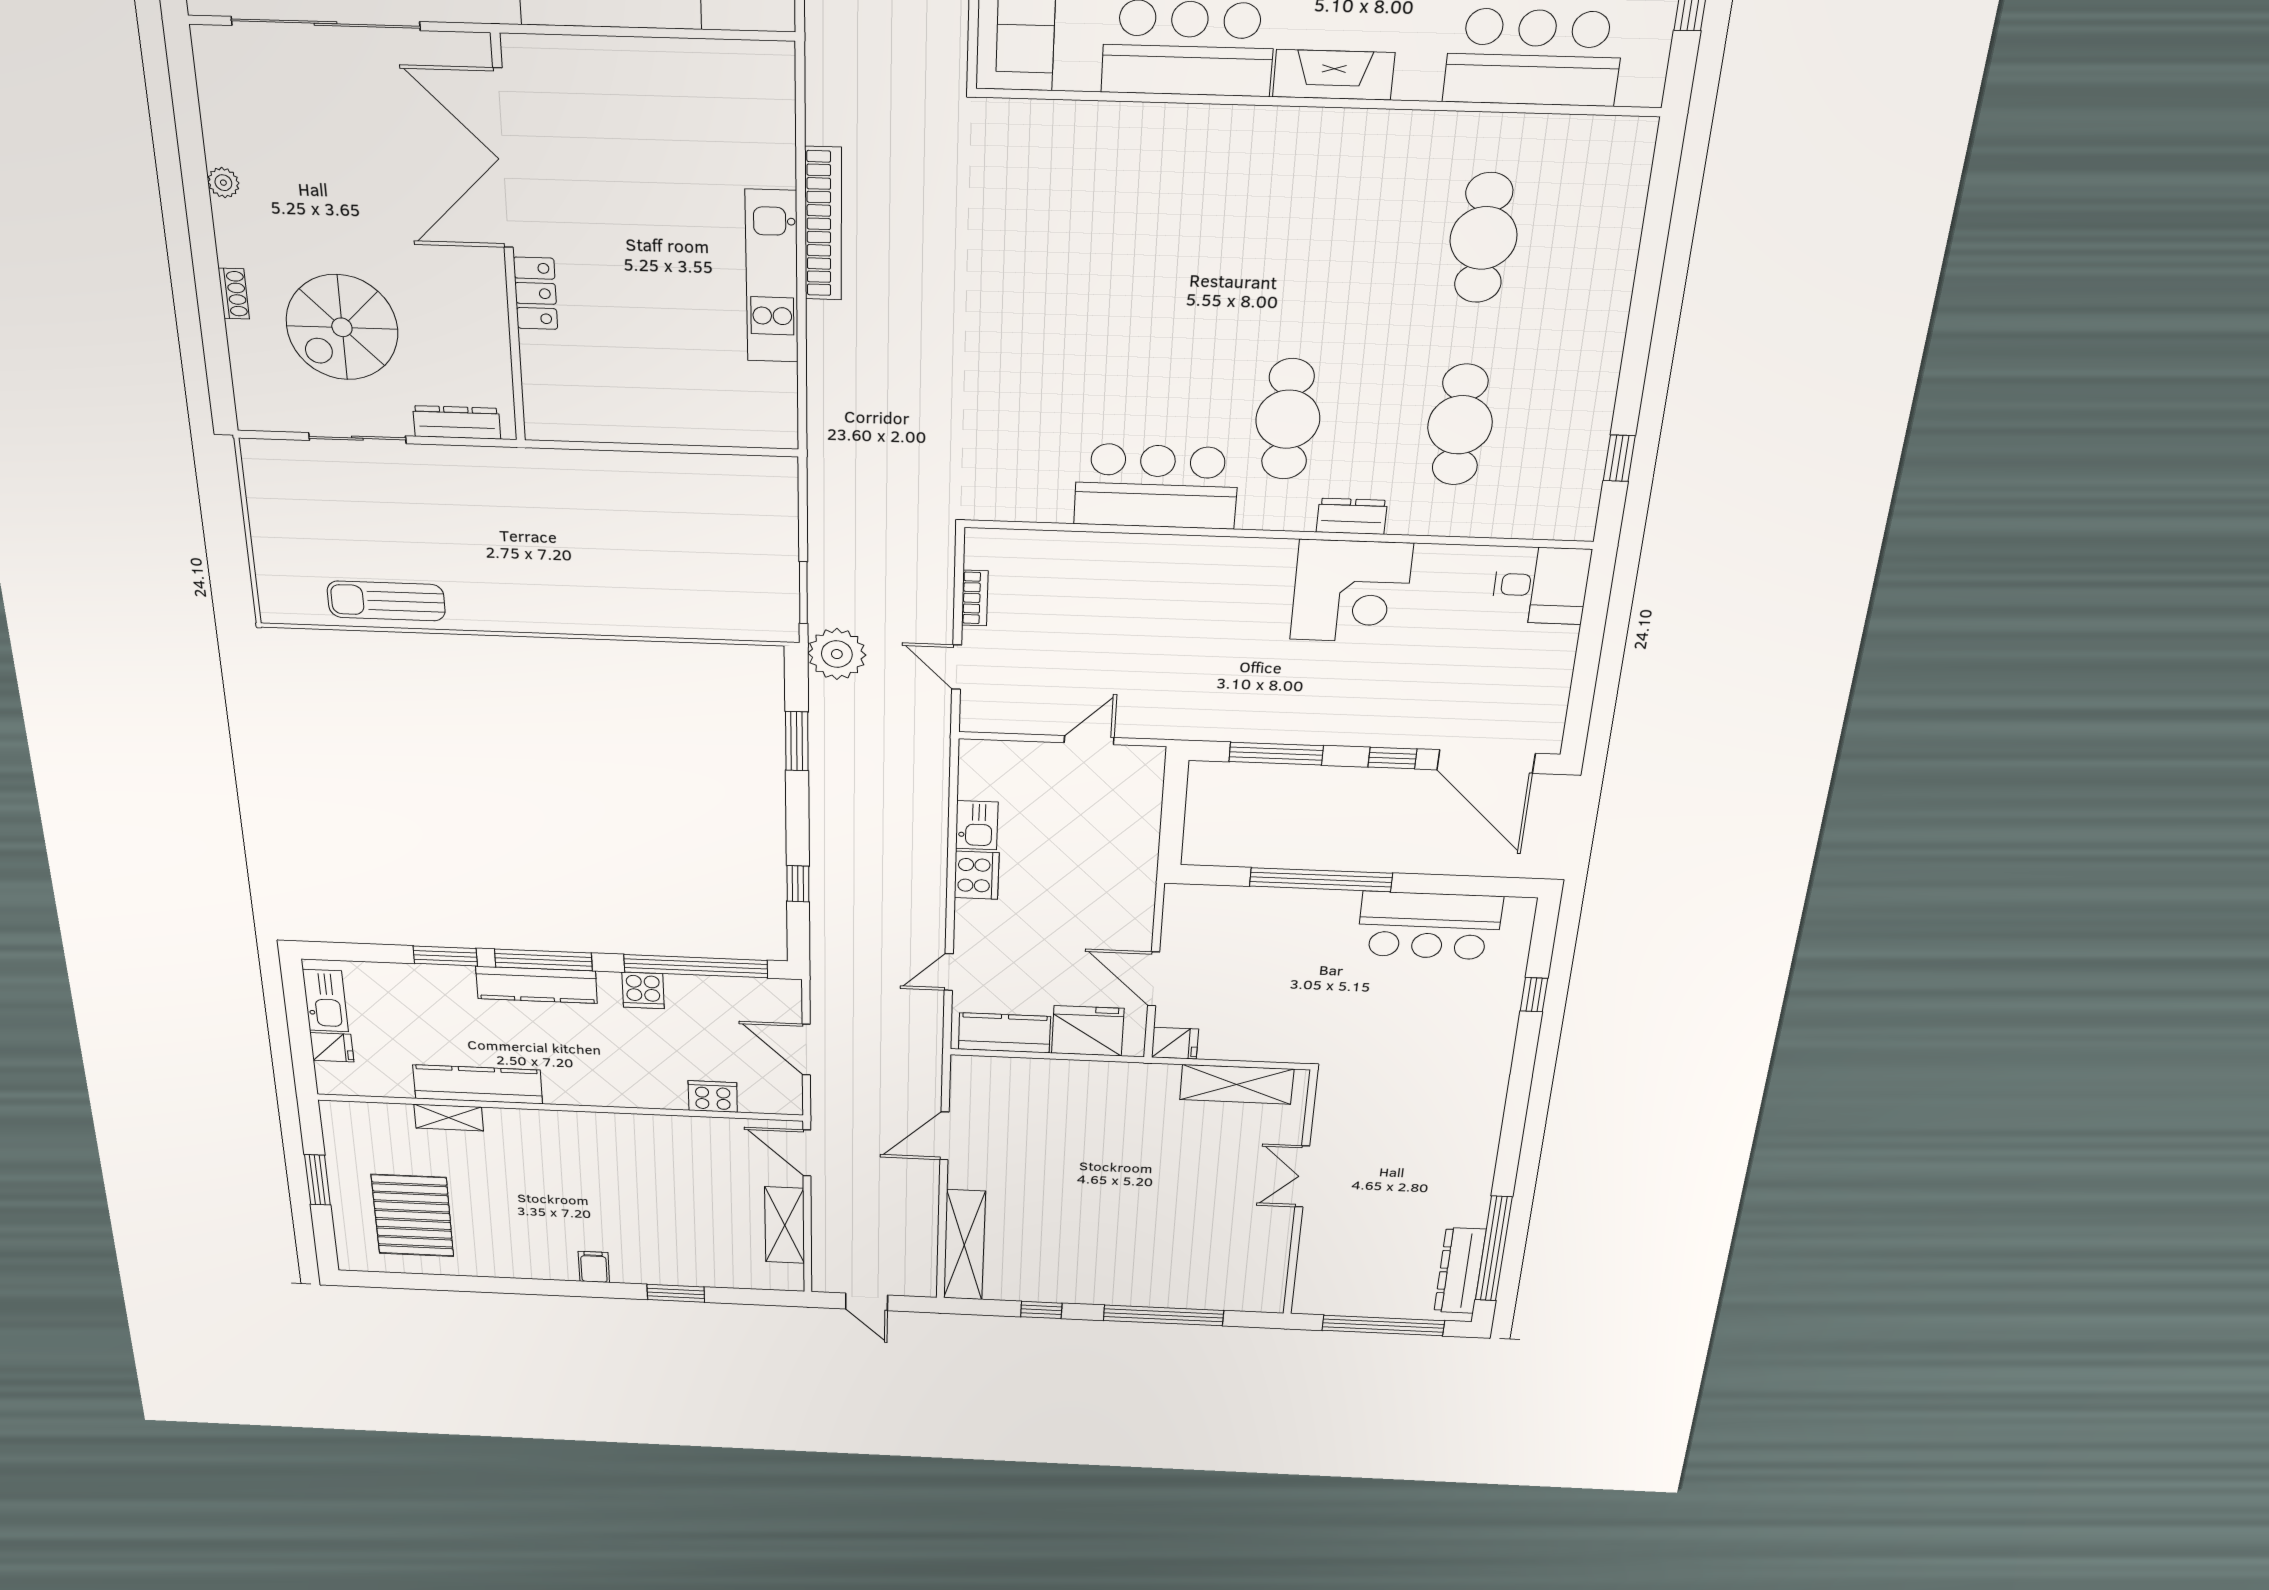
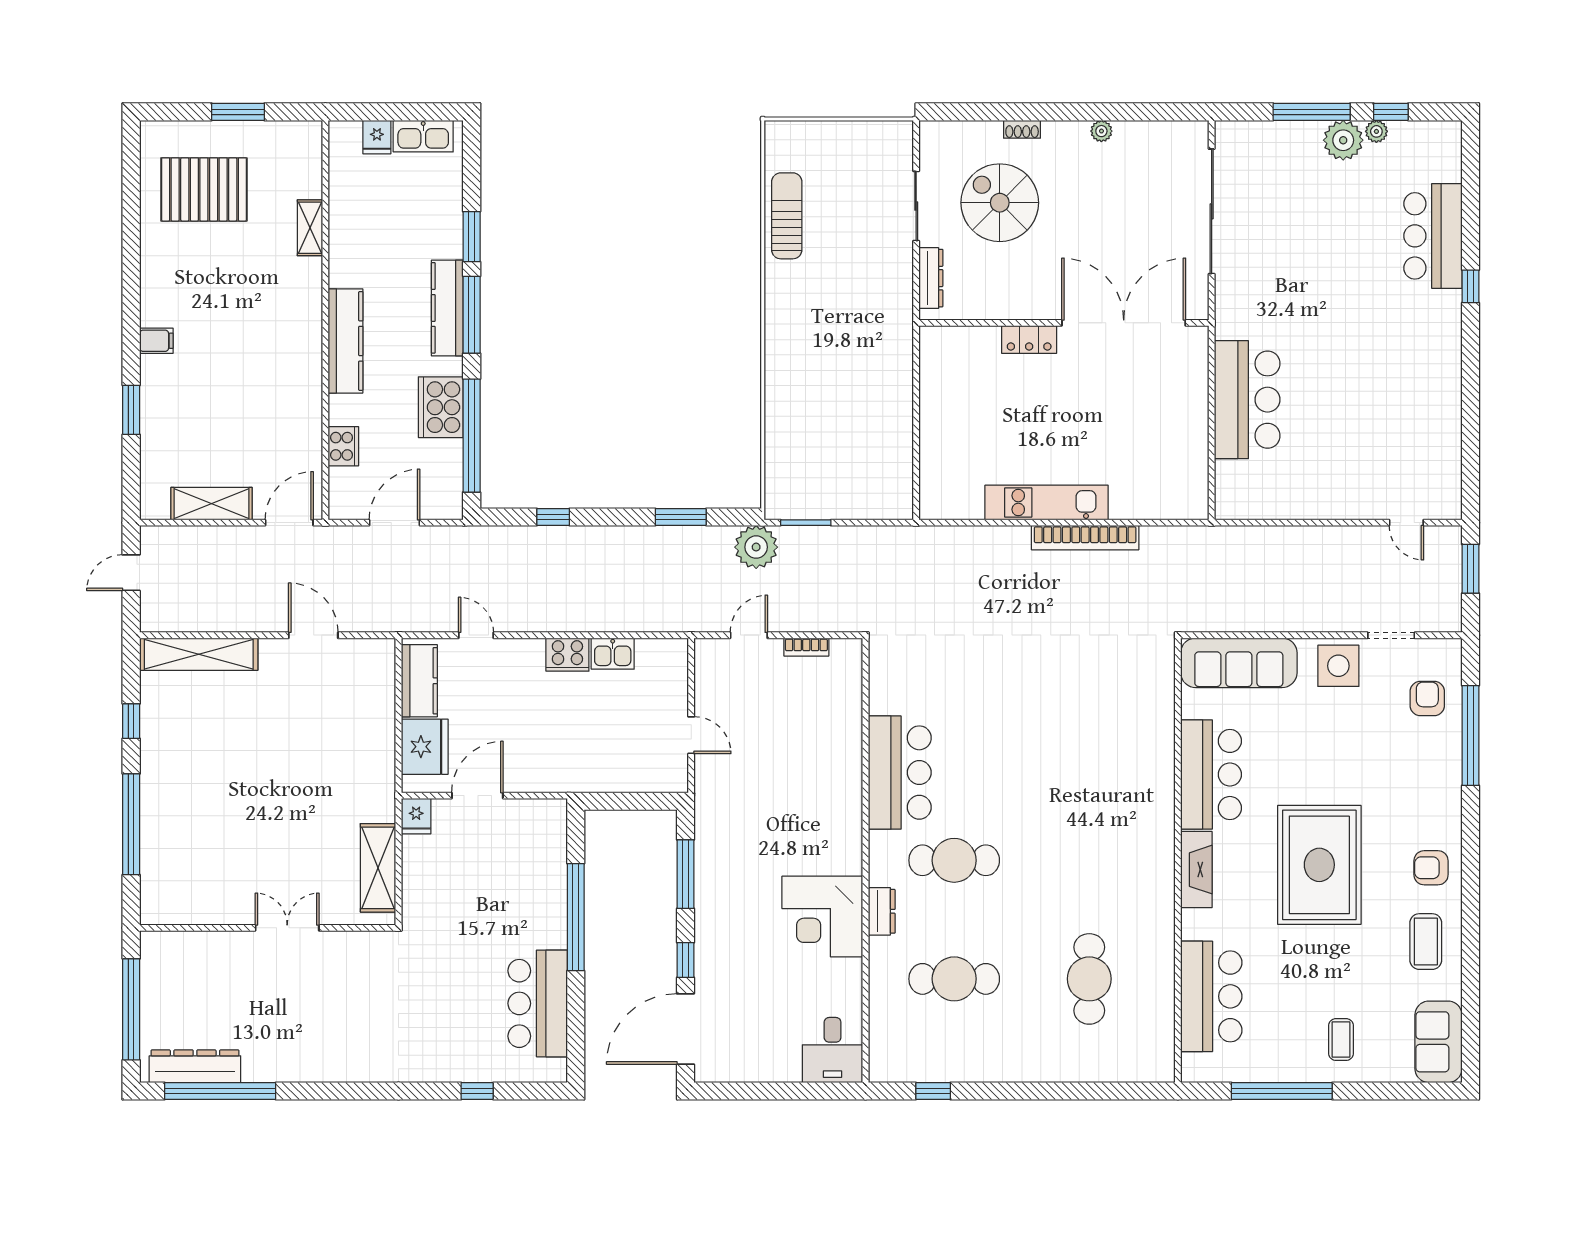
cafe table: (1484, 238) -> (1089, 979), turned 90
cooker: (643, 990) -> (441, 407), width x1.87, depth x1.31
kitchen counter: (478, 1084) -> (346, 341), moved

